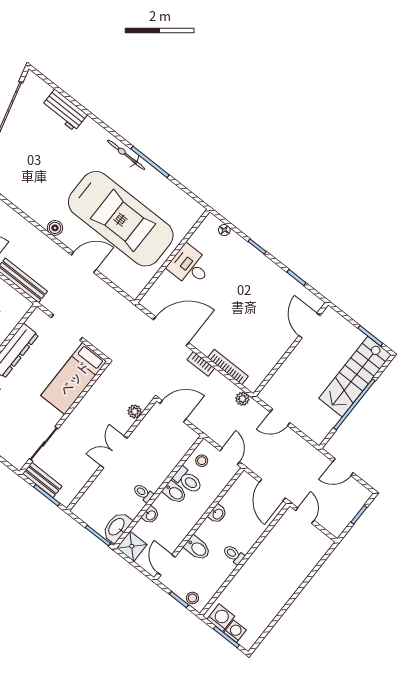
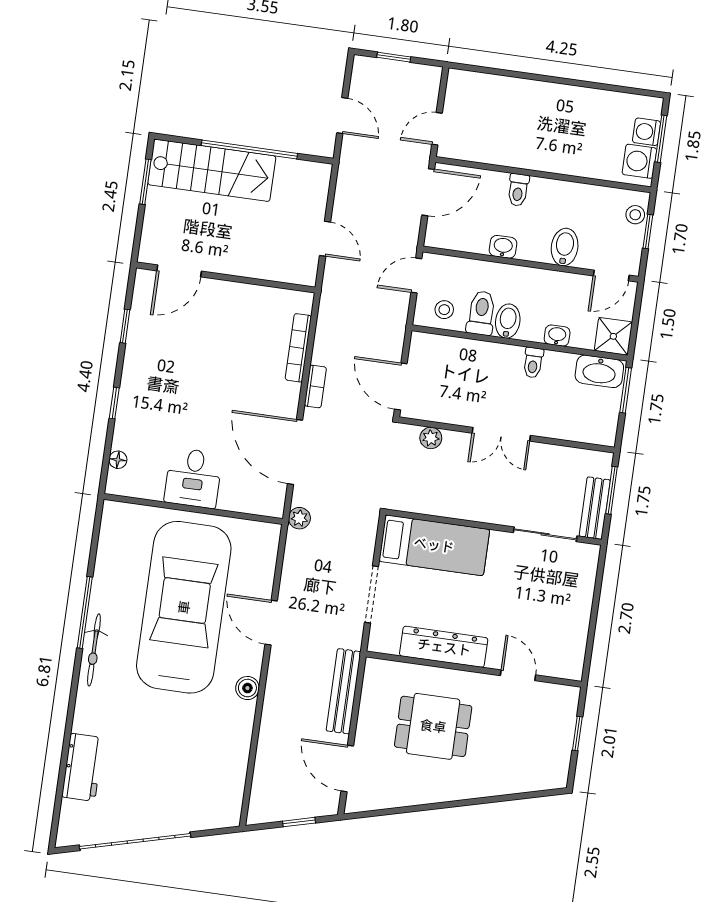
plant: (242, 399) -> (299, 518), moved
toilet: (234, 555) -> (518, 190), moved

